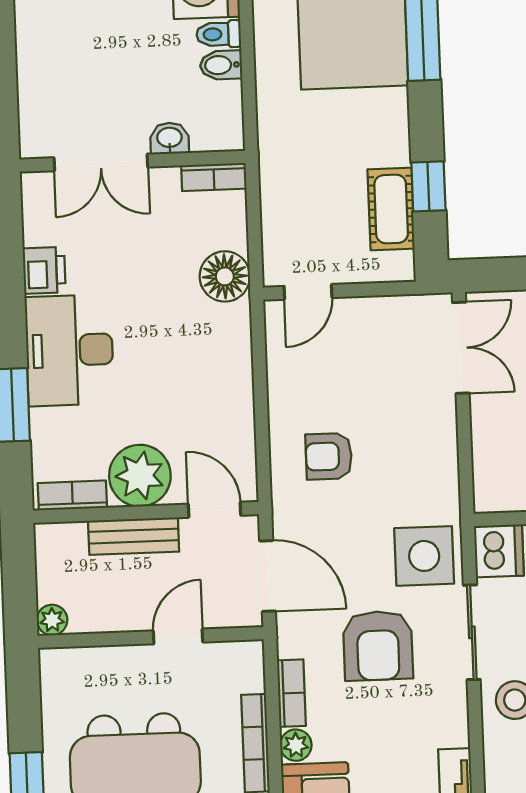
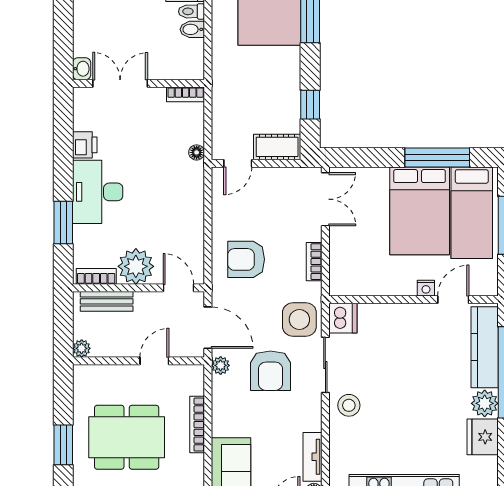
washbasin: (170, 138) -> (82, 69), moved, turned 90
double door: (101, 162) -> (120, 83), swing flipped
cot: (391, 209) -> (277, 147), moved, turned 90
floor lamp: (225, 276) -> (197, 152), width x0.53, depth x0.53
armchair: (329, 456) -> (246, 259), width x1.38, depth x1.38
bench: (134, 536) -> (107, 301), moved
bookcase: (291, 693) -> (314, 262), moved, turned 180
plant: (296, 745) -> (221, 365), moved

